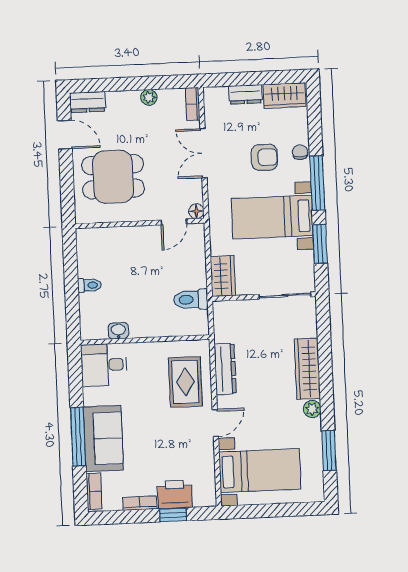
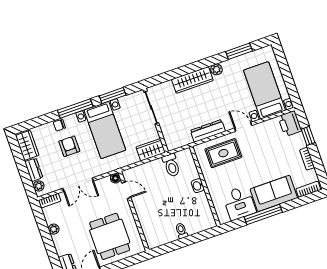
plant: (219, 94) -> (39, 186), added
washbasin: (118, 331) -> (198, 186), moved
desk: (104, 365) -> (239, 203), moved
window: (78, 437) -> (263, 214), moved
printer: (175, 494) -> (290, 124), moved

